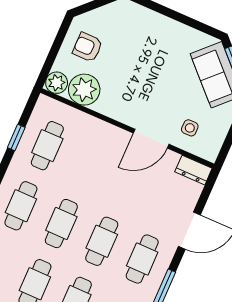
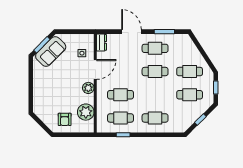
plant: (57, 83) -> (88, 88), moved
door: (151, 139) -> (95, 69), hinge flipped
cafe table: (61, 224) -> (121, 95), moved

